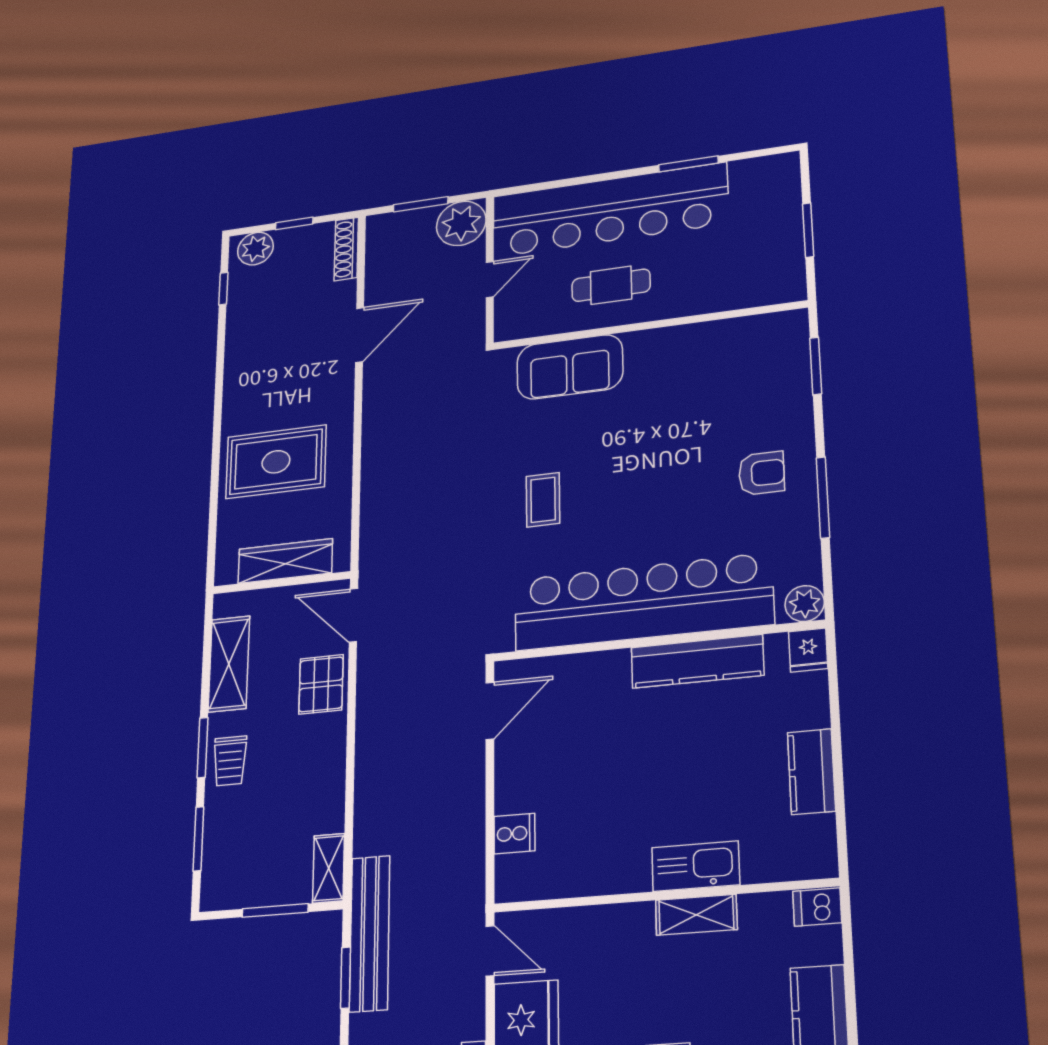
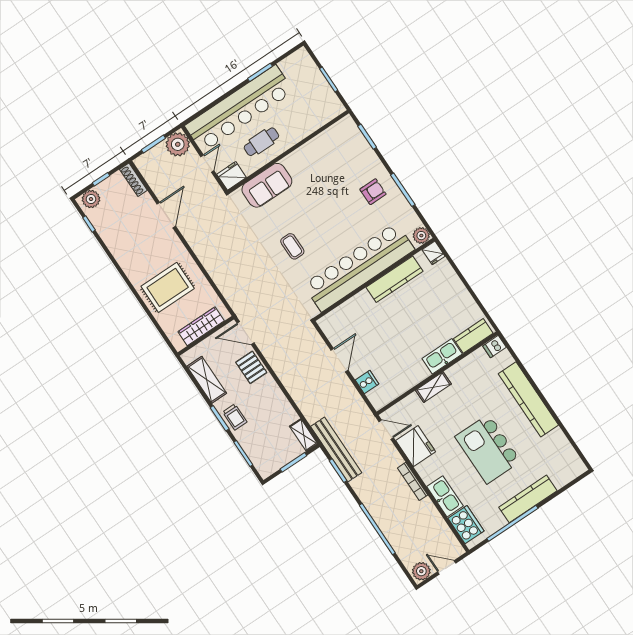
fridge: (518, 320) -> (232, 176), added
door: (490, 711) -> (339, 360), moved
kitchen counter: (811, 772) -> (473, 336), moved, turned 90
shelving: (696, 915) -> (433, 387), moved

